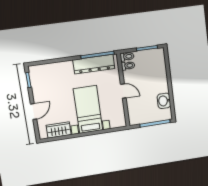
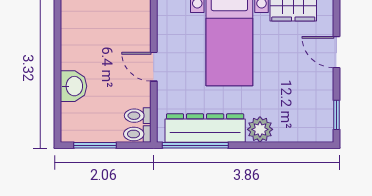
plant: (66, 67) -> (260, 129), added
washbasin: (164, 101) -> (74, 86), moved
door: (34, 111) -> (336, 52), hinge flipped

